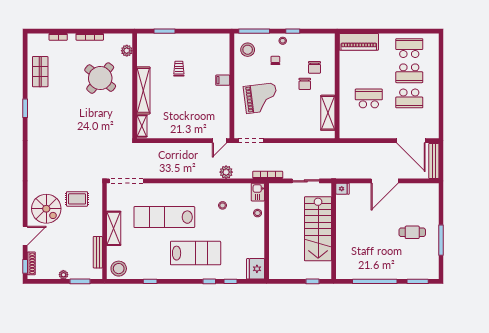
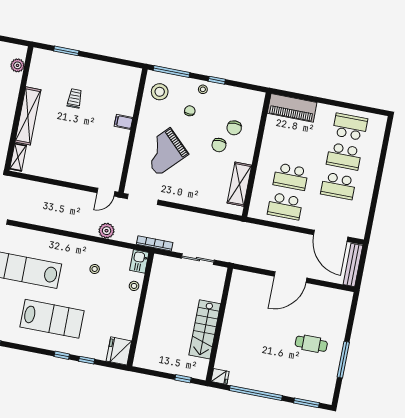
grand piano: (261, 98) -> (164, 152), turned 141
school desk: (369, 98) -> (291, 177), turned 180
school desk: (369, 124) -> (285, 206), added
fridge: (343, 189) -> (220, 377), moved
stairs: (318, 229) -> (205, 329), width x0.73, depth x0.66

